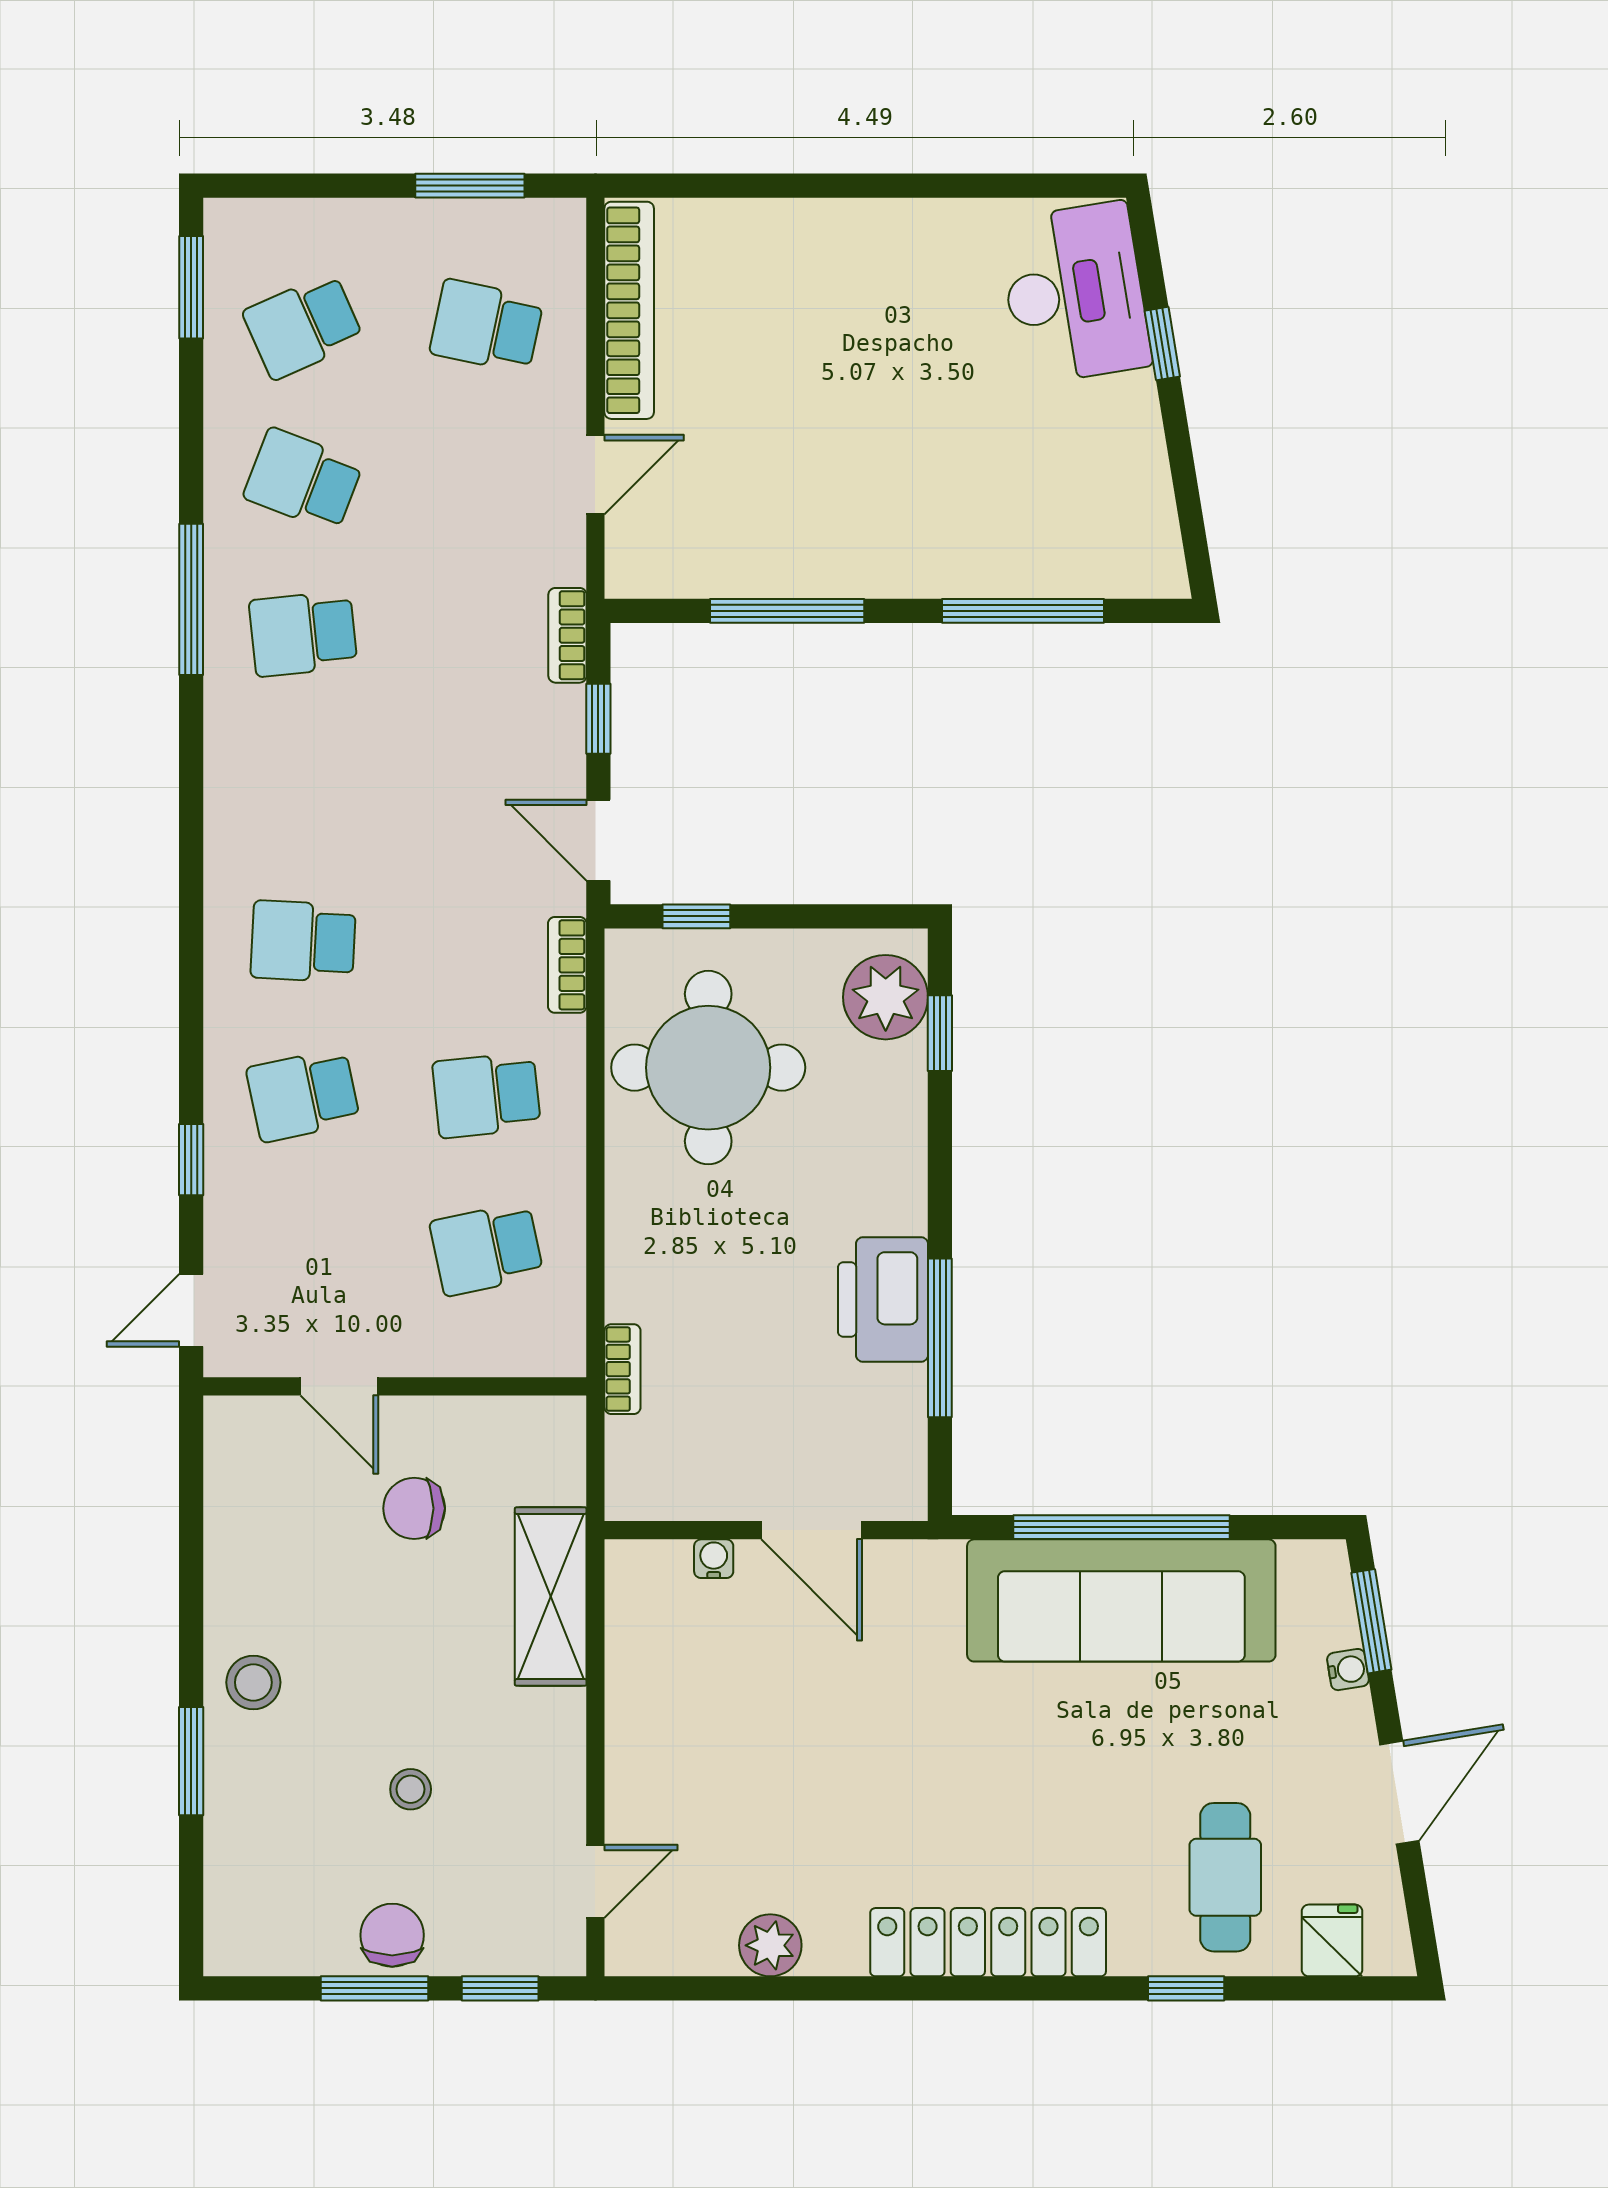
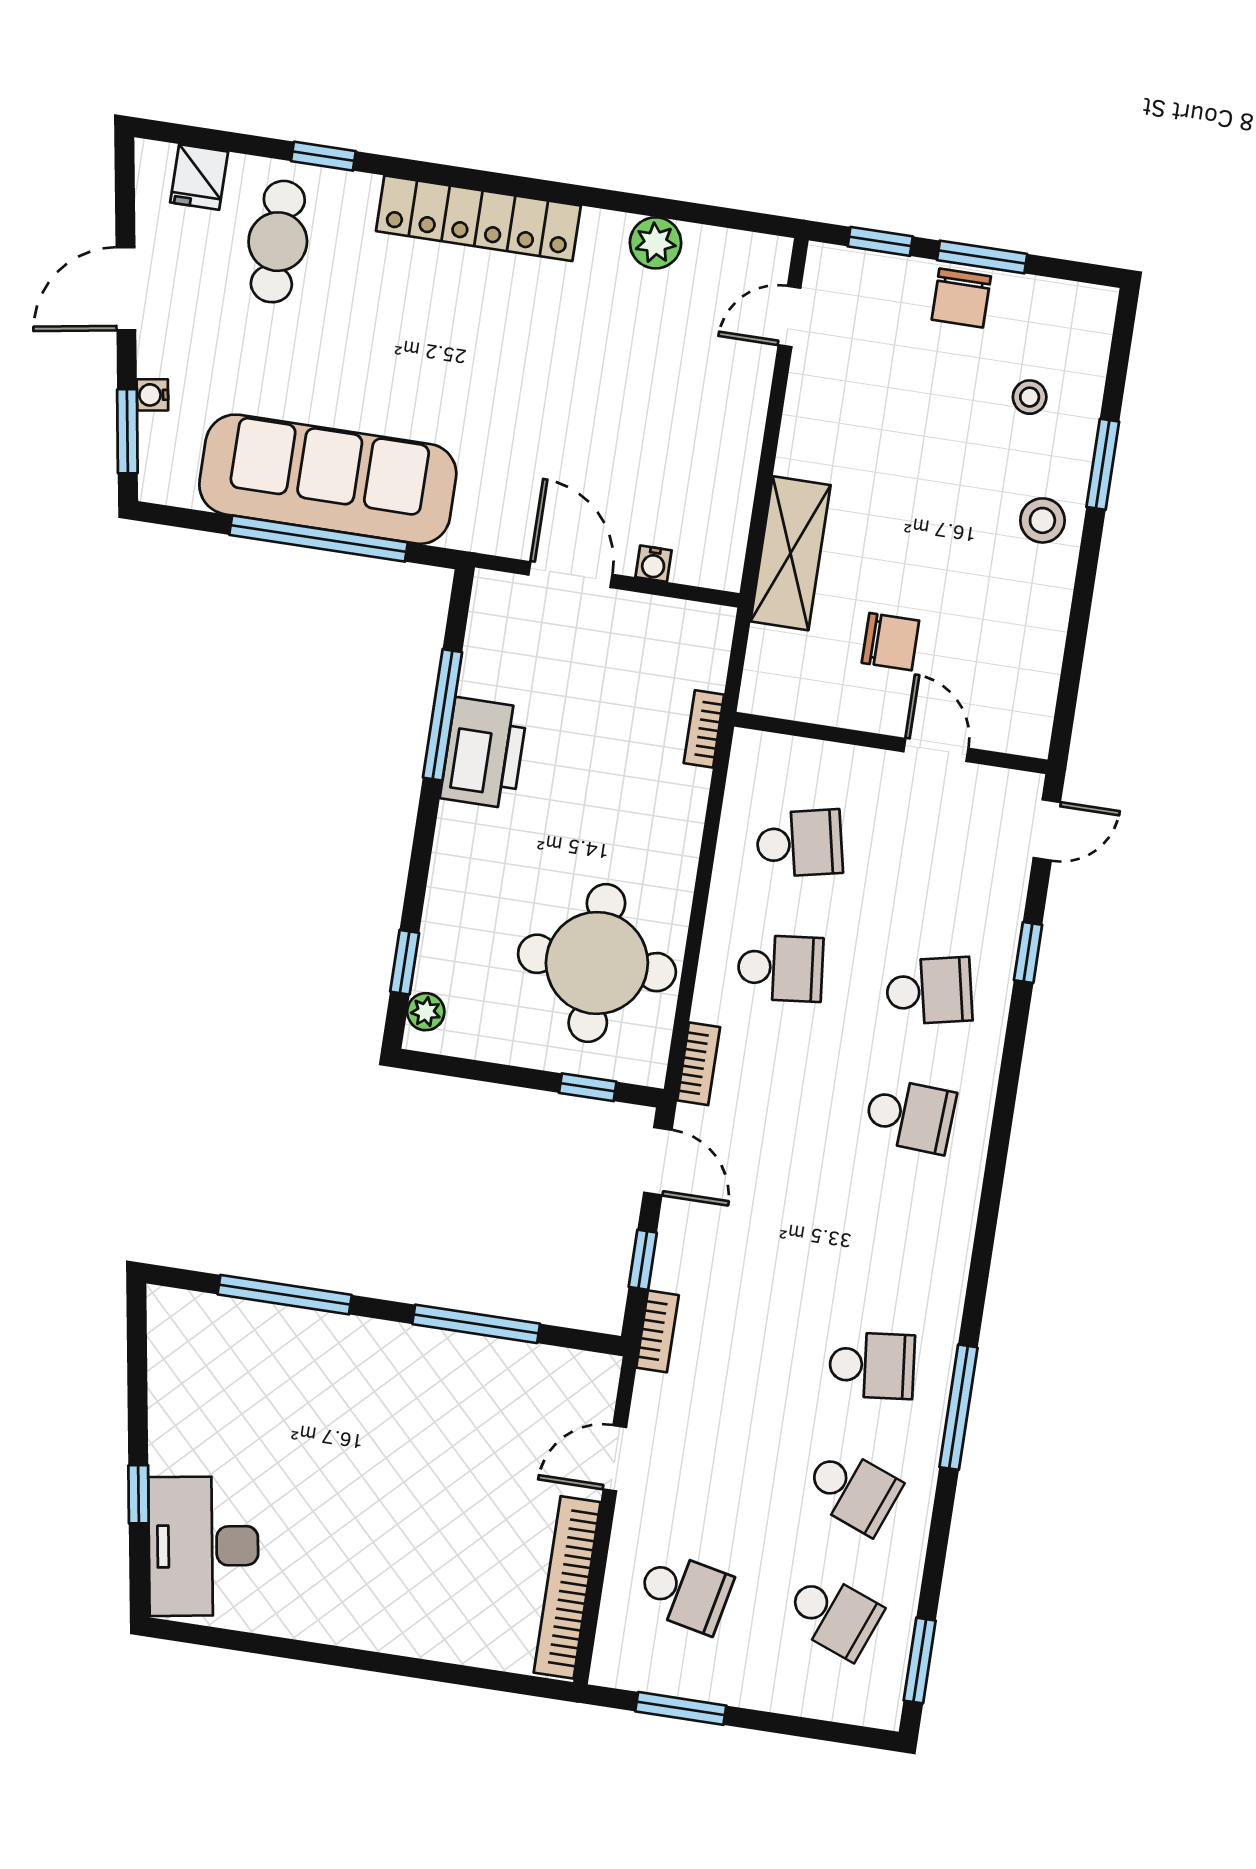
school desk: (303, 326) -> (834, 1615), turned 45
plant: (886, 997) -> (426, 1012), width x0.53, depth x0.53
stool: (411, 1789) -> (1030, 397), moved

